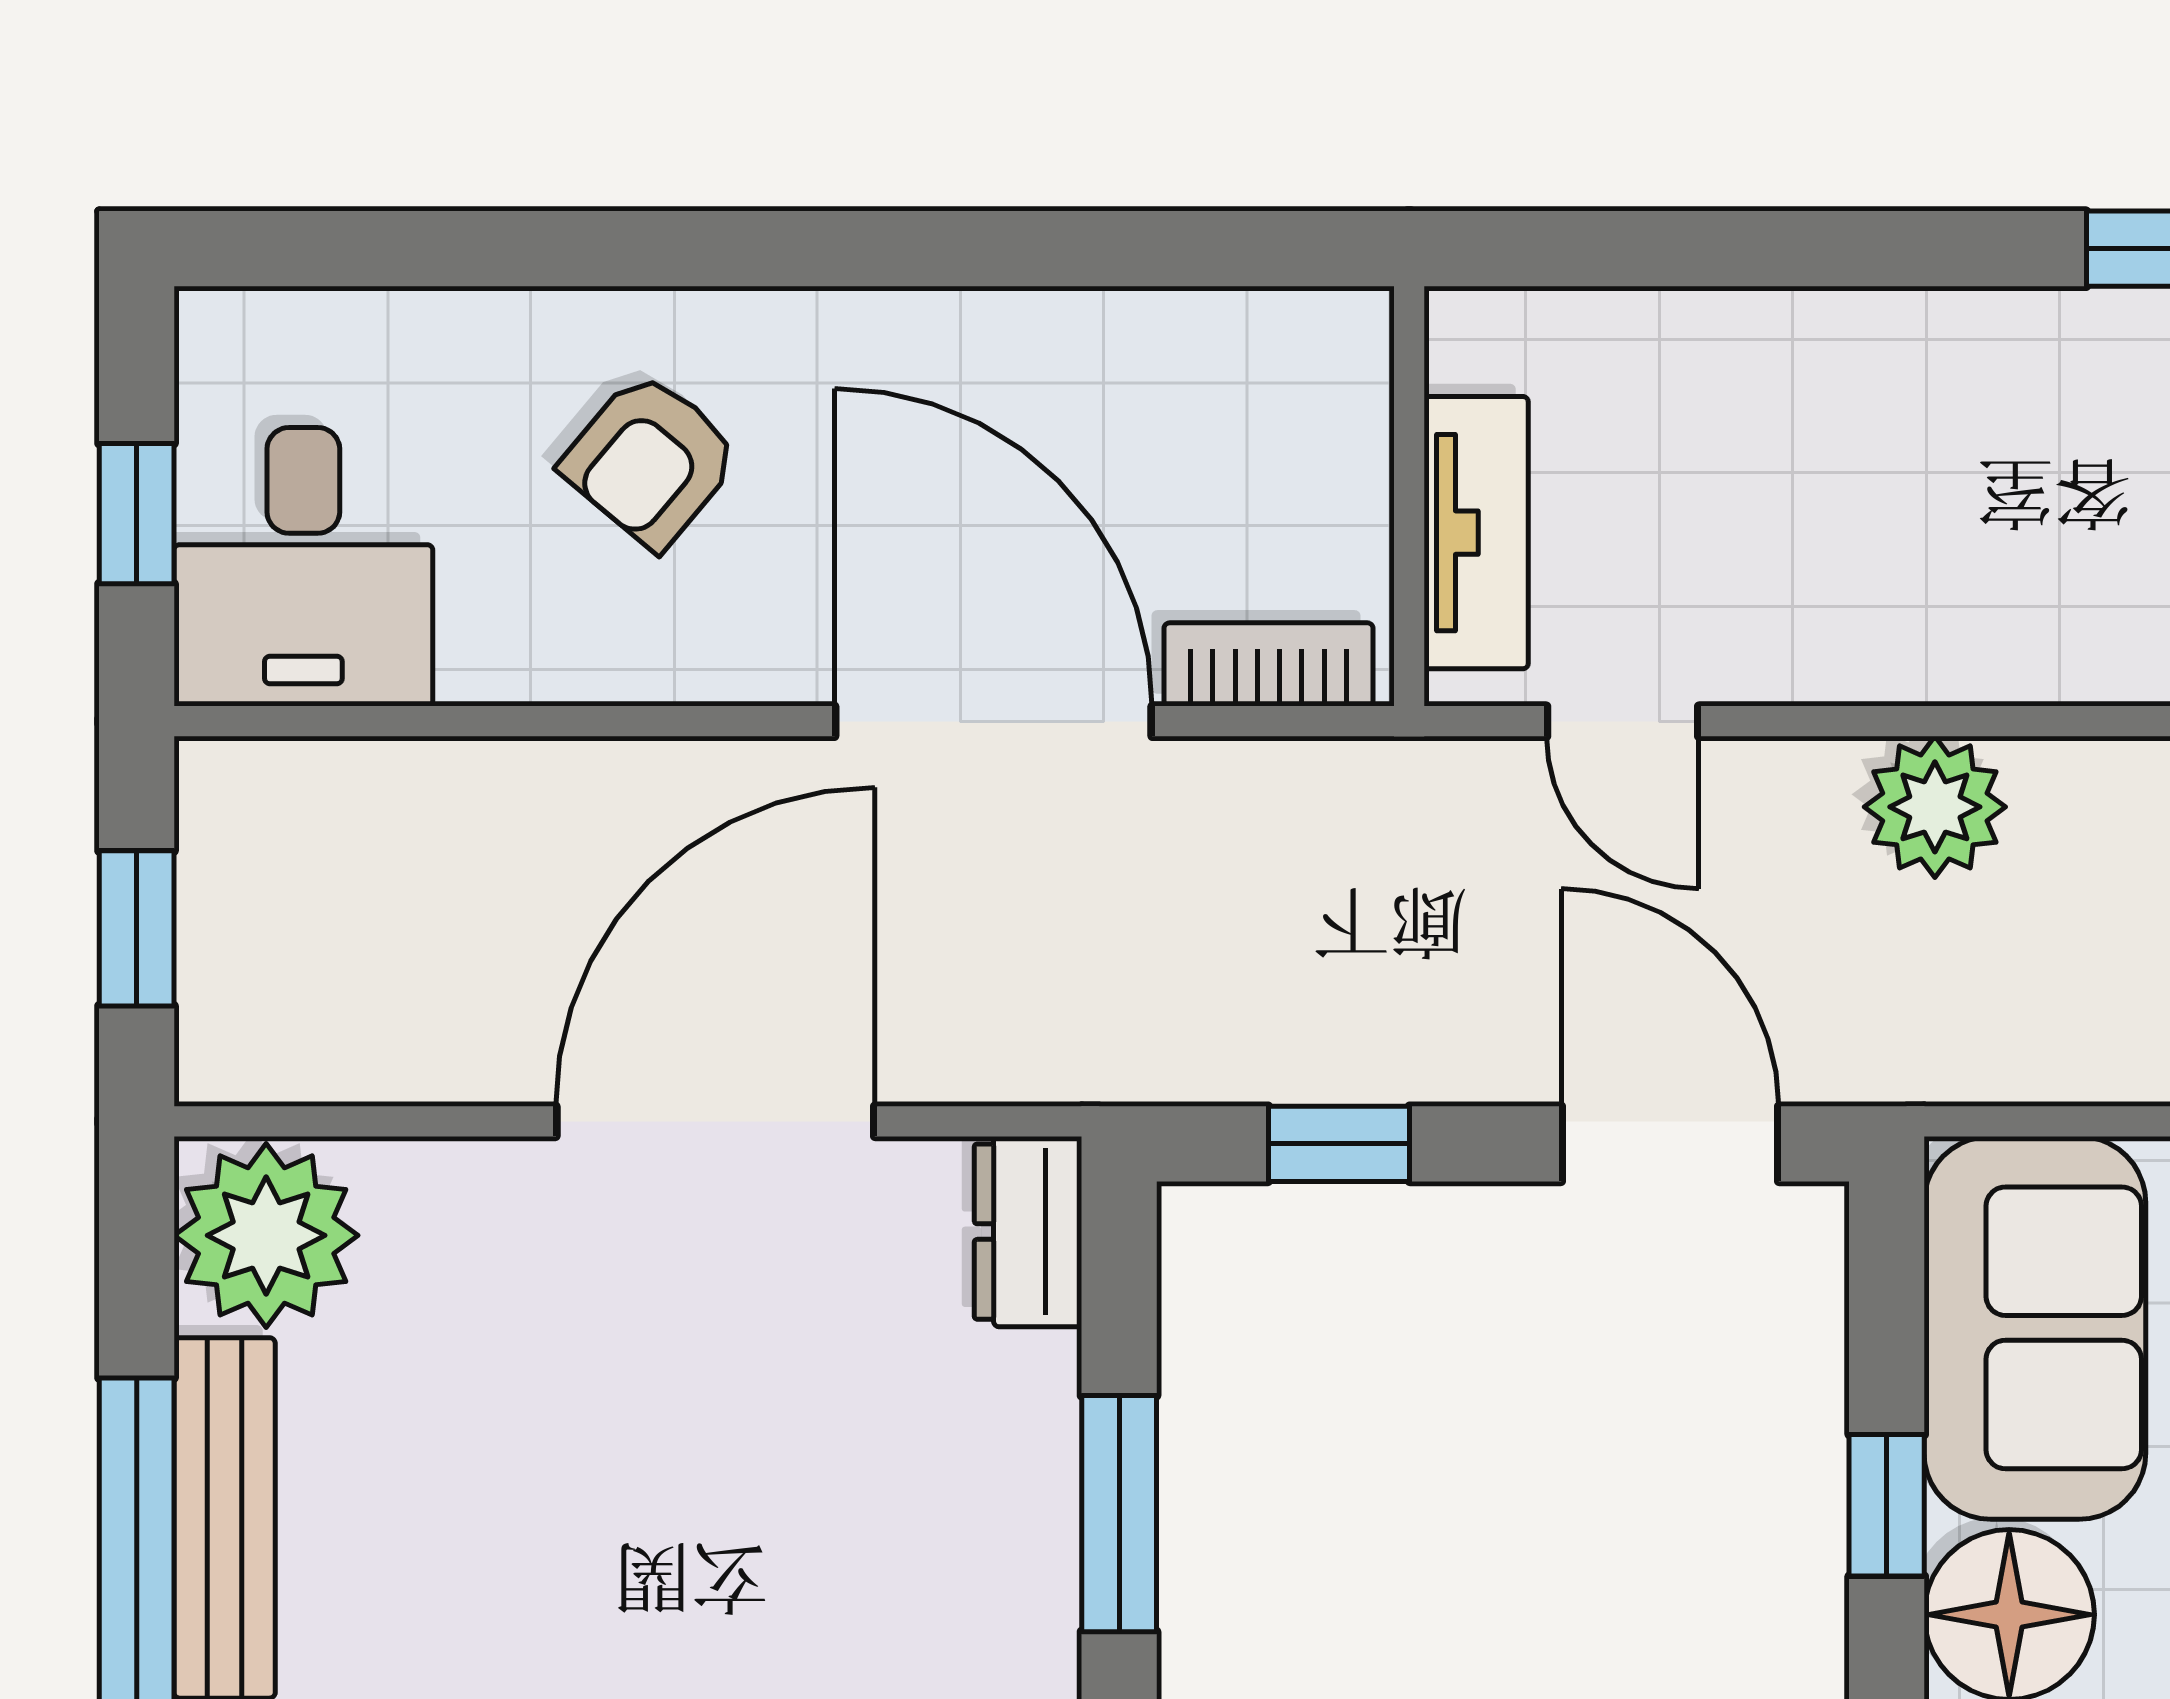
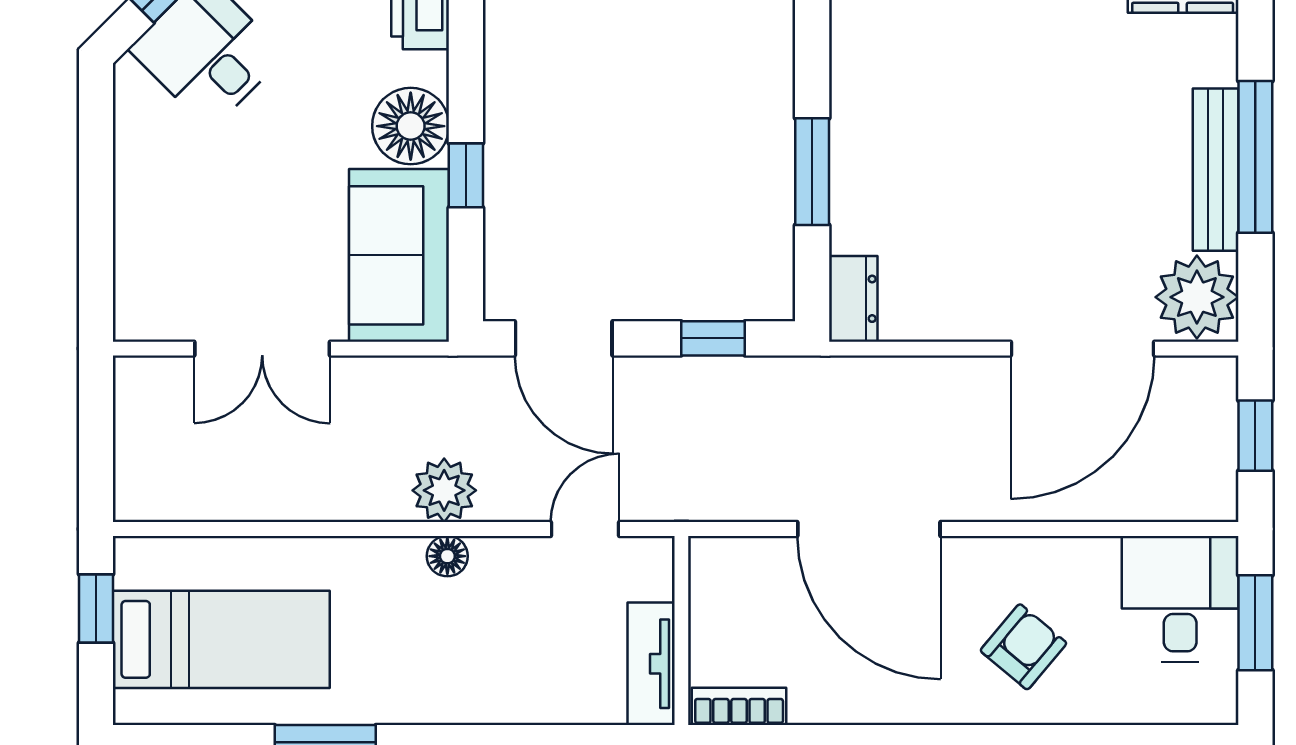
window: (137, 514) -> (1255, 623), width x1.50
tv unit: (1476, 533) -> (651, 664), moved
floor lamp: (1928, 661) -> (447, 556), added
bookcase: (1269, 664) -> (739, 706), moved, turned 180
door: (1623, 721) -> (585, 529), hinge flipped
door: (715, 1121) -> (1082, 349), moved

